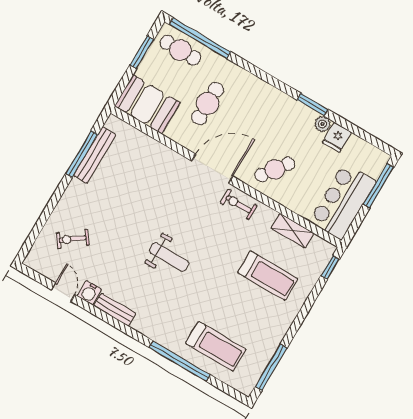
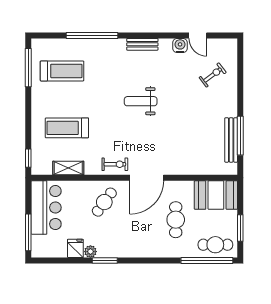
bench: (115, 310) -> (142, 44), moved
treadmill: (216, 346) -> (62, 71), moved, turned 180

